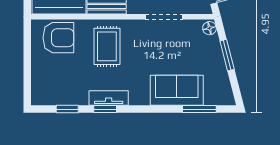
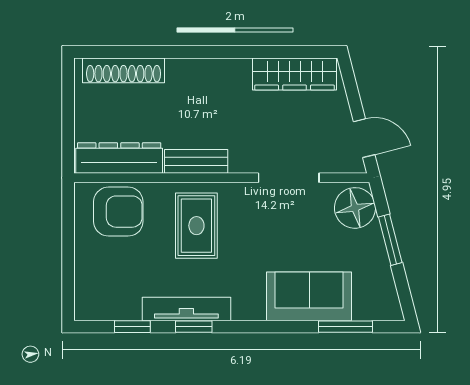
floor lamp: (209, 28) -> (355, 208), width x1.89, depth x1.89
tv unit: (109, 98) -> (186, 309), width x1.41

